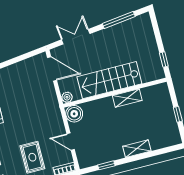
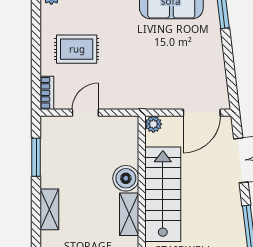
boiler: (74, 114) -> (126, 178), moved
window: (106, 165) -> (36, 157), width x1.50

